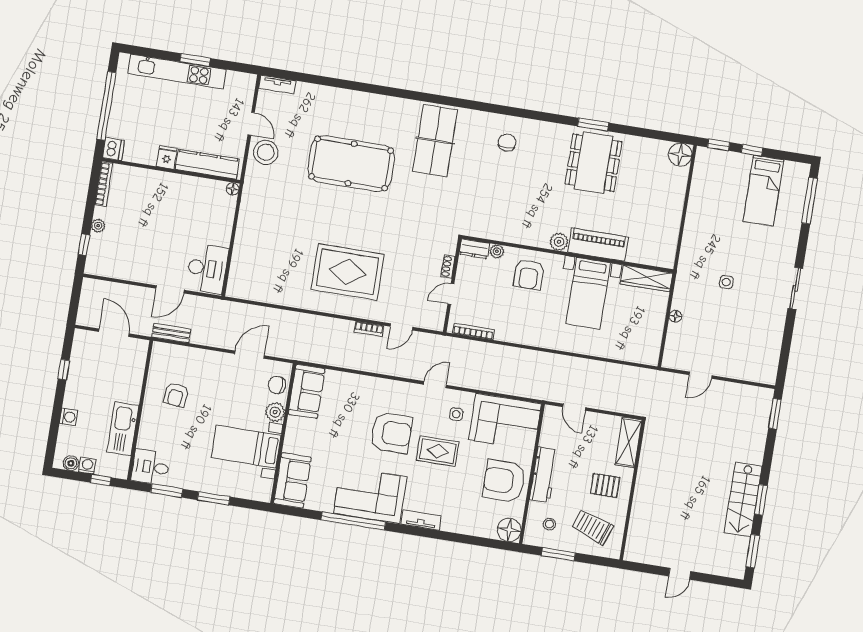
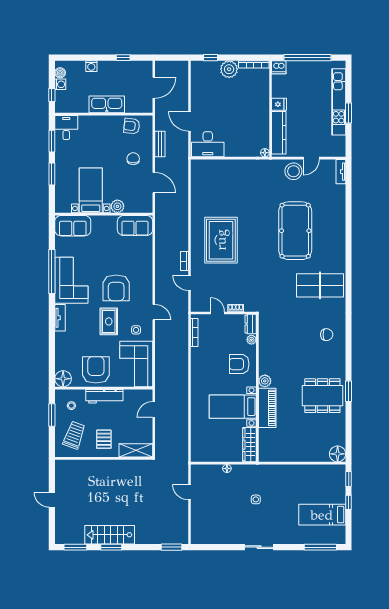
plant: (98, 226) -> (229, 69), width x1.87, depth x1.87
bench: (171, 333) -> (160, 144), moved
chair: (277, 385) -> (133, 159), moved
armchair: (176, 395) -> (132, 126), moved
kitchen sink: (123, 429) -> (107, 104), moved

